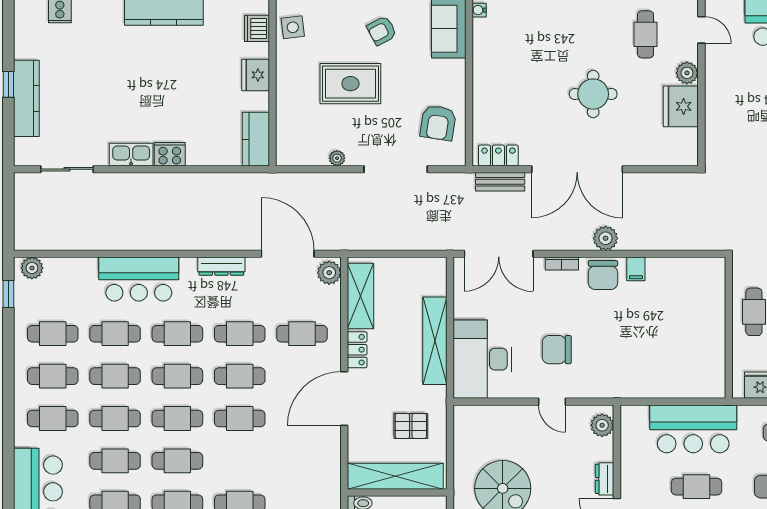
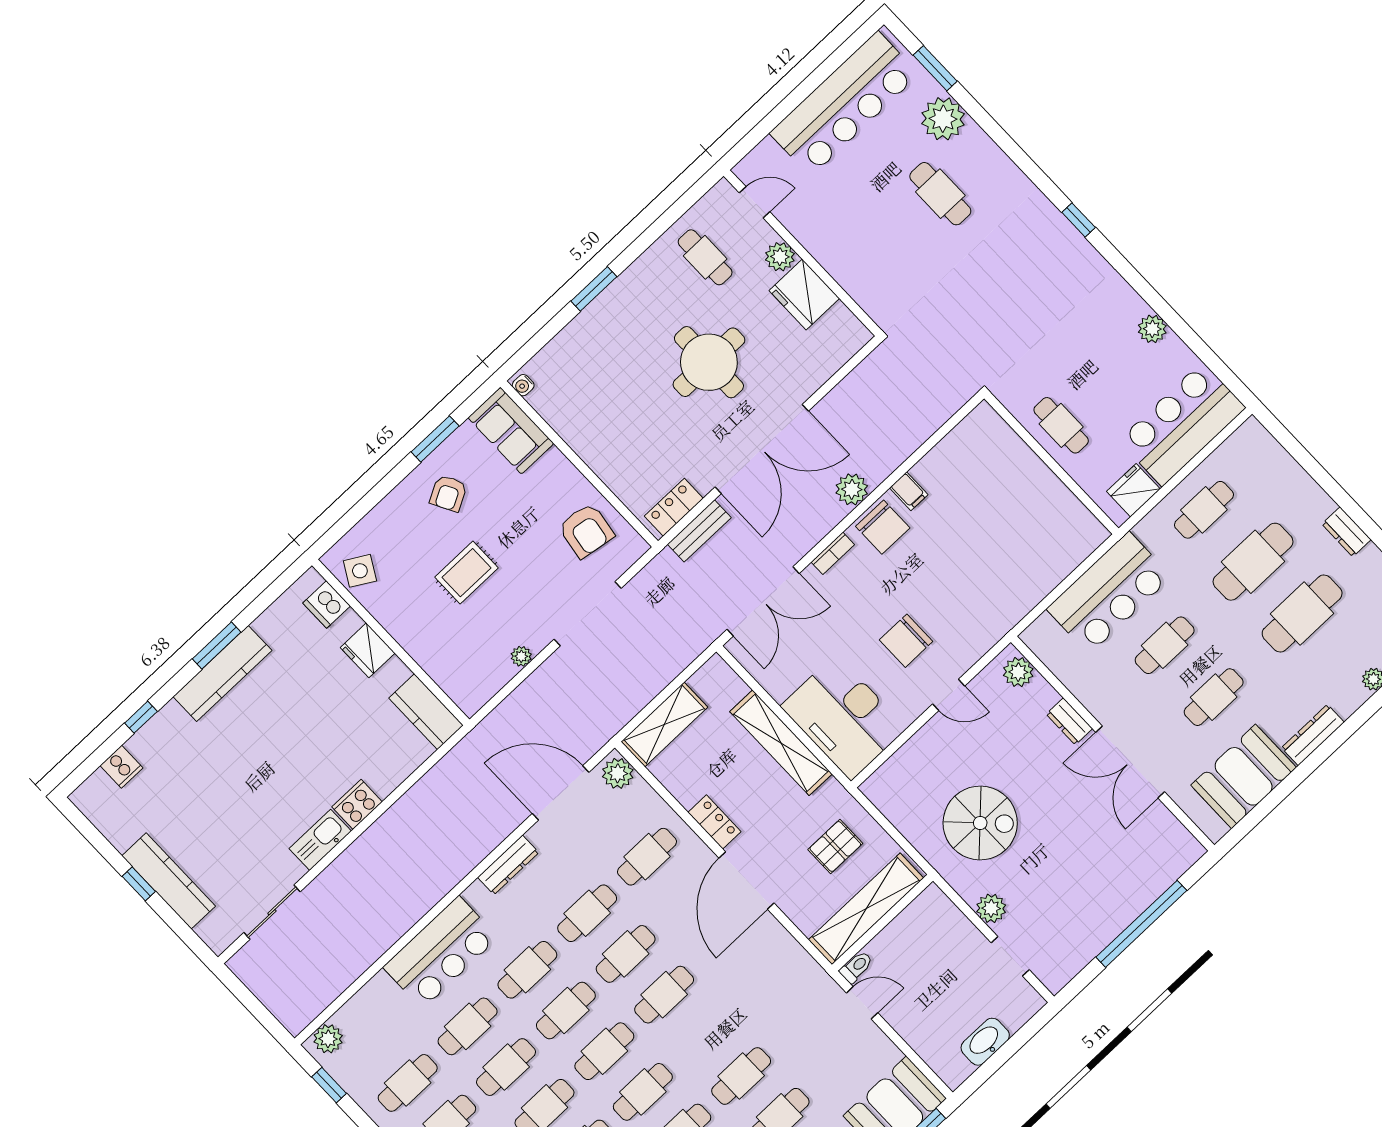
side table: (293, 27) -> (360, 571), turned 37
rug: (350, 84) -> (466, 573), width x0.73, depth x0.70
round table: (593, 94) -> (709, 362), width x1.36, depth x1.36
shelving: (361, 296) -> (664, 724), moved, turned 90

